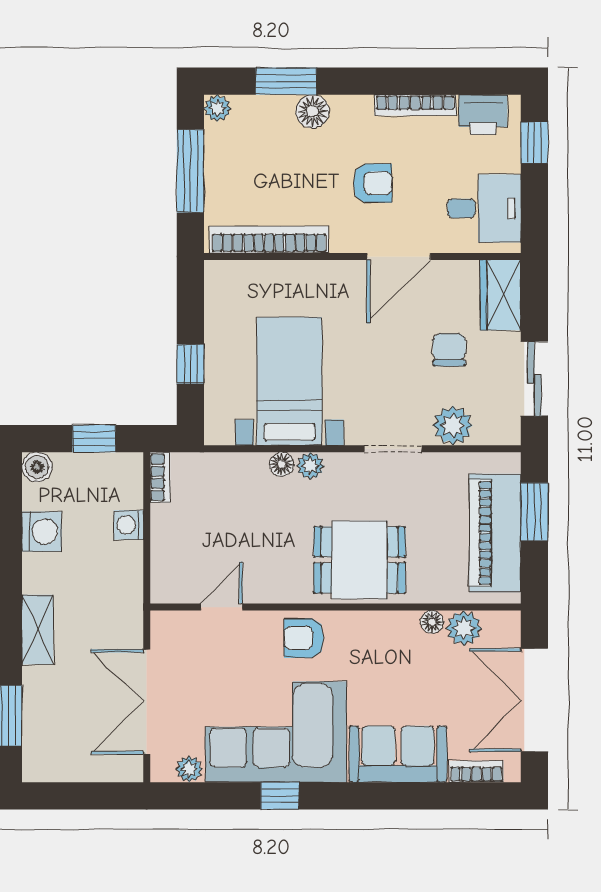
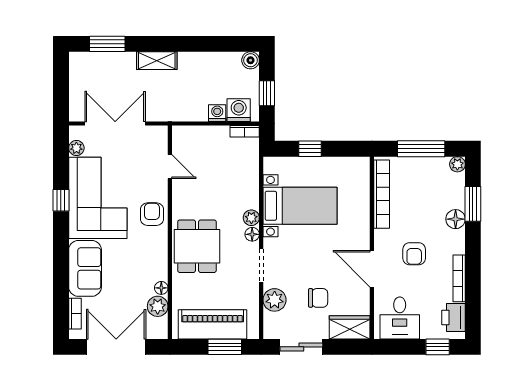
floor lamp: (282, 464) -> (252, 234), moved
washing machine: (42, 532) -> (239, 110), moved, turned 180

